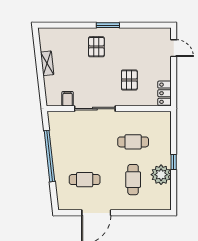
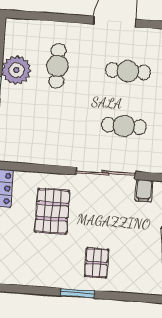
pallet: (129, 80) -> (52, 211), width x1.50, depth x1.42
cafe table: (133, 142) -> (124, 126), moved

